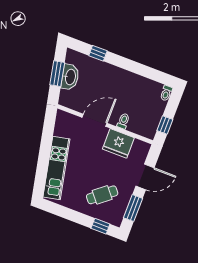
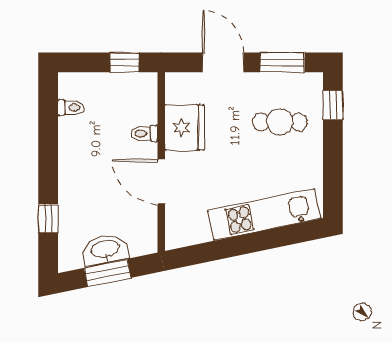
toilet: (166, 93) -> (71, 108), moved
cafe table: (102, 195) -> (280, 122), turned -51

